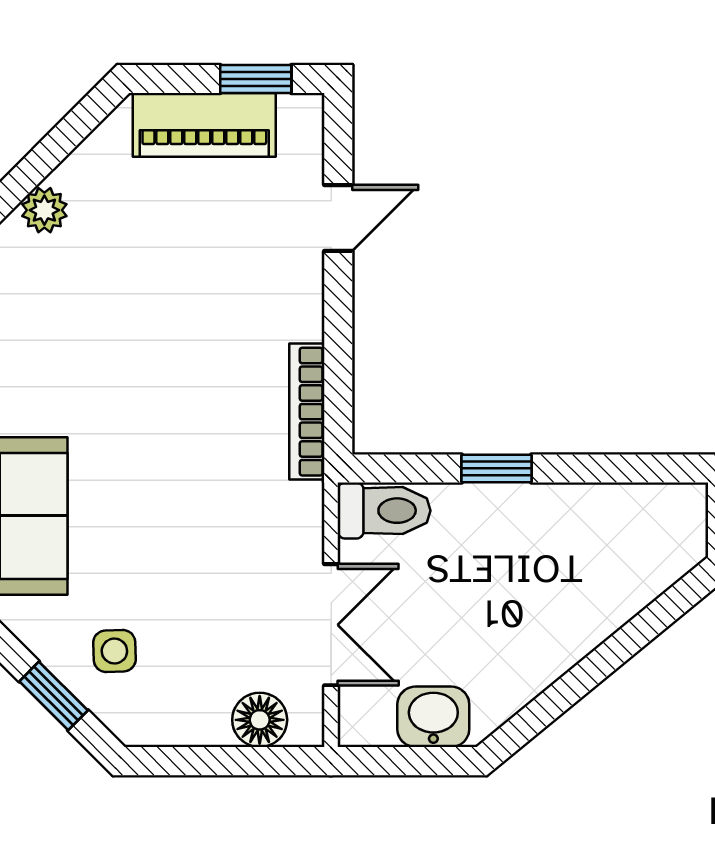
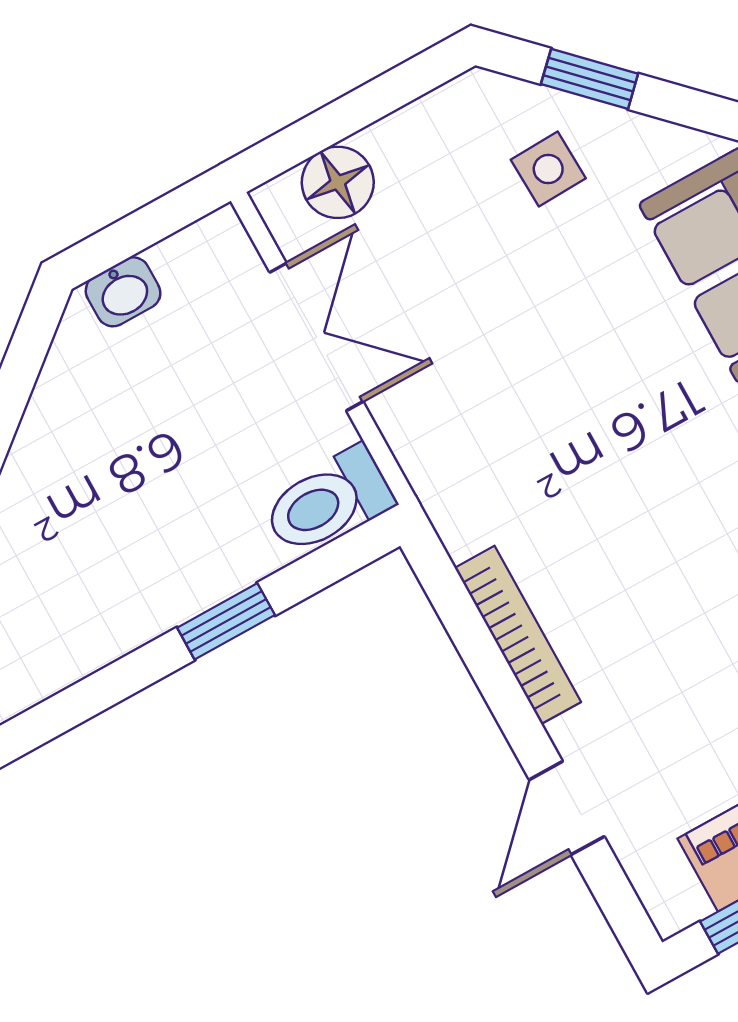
bookcase: (307, 412) -> (518, 635), moved
double door: (331, 625) -> (316, 337), swing flipped
washbasin: (433, 717) -> (123, 292), width x0.72, depth x0.69

